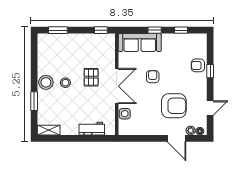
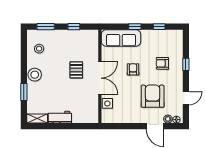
window: (101, 30) -> (74, 27), moved
armchair: (198, 65) -> (162, 63), moved
stool: (65, 83) -> (39, 49), moved
armchair: (174, 106) -> (153, 96), turned -90
workbench: (92, 129) -> (60, 117), moved

